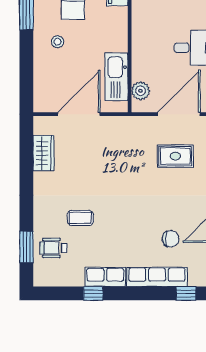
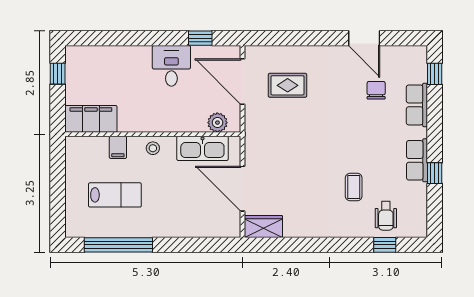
stool: (58, 42) -> (153, 148), moved
wardrobe: (44, 153) -> (263, 226), moved
rug: (175, 156) -> (288, 85), turned 90
window: (26, 247) -> (385, 245), width x0.67
row of seats: (157, 277) -> (417, 105), width x0.68

